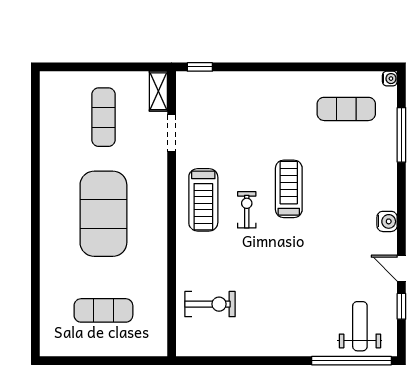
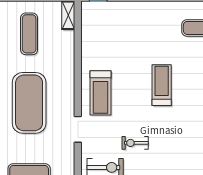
doorway: (172, 133) -> (78, 129), moved
exercise bike: (247, 210) -> (135, 143), moved, turned -90

